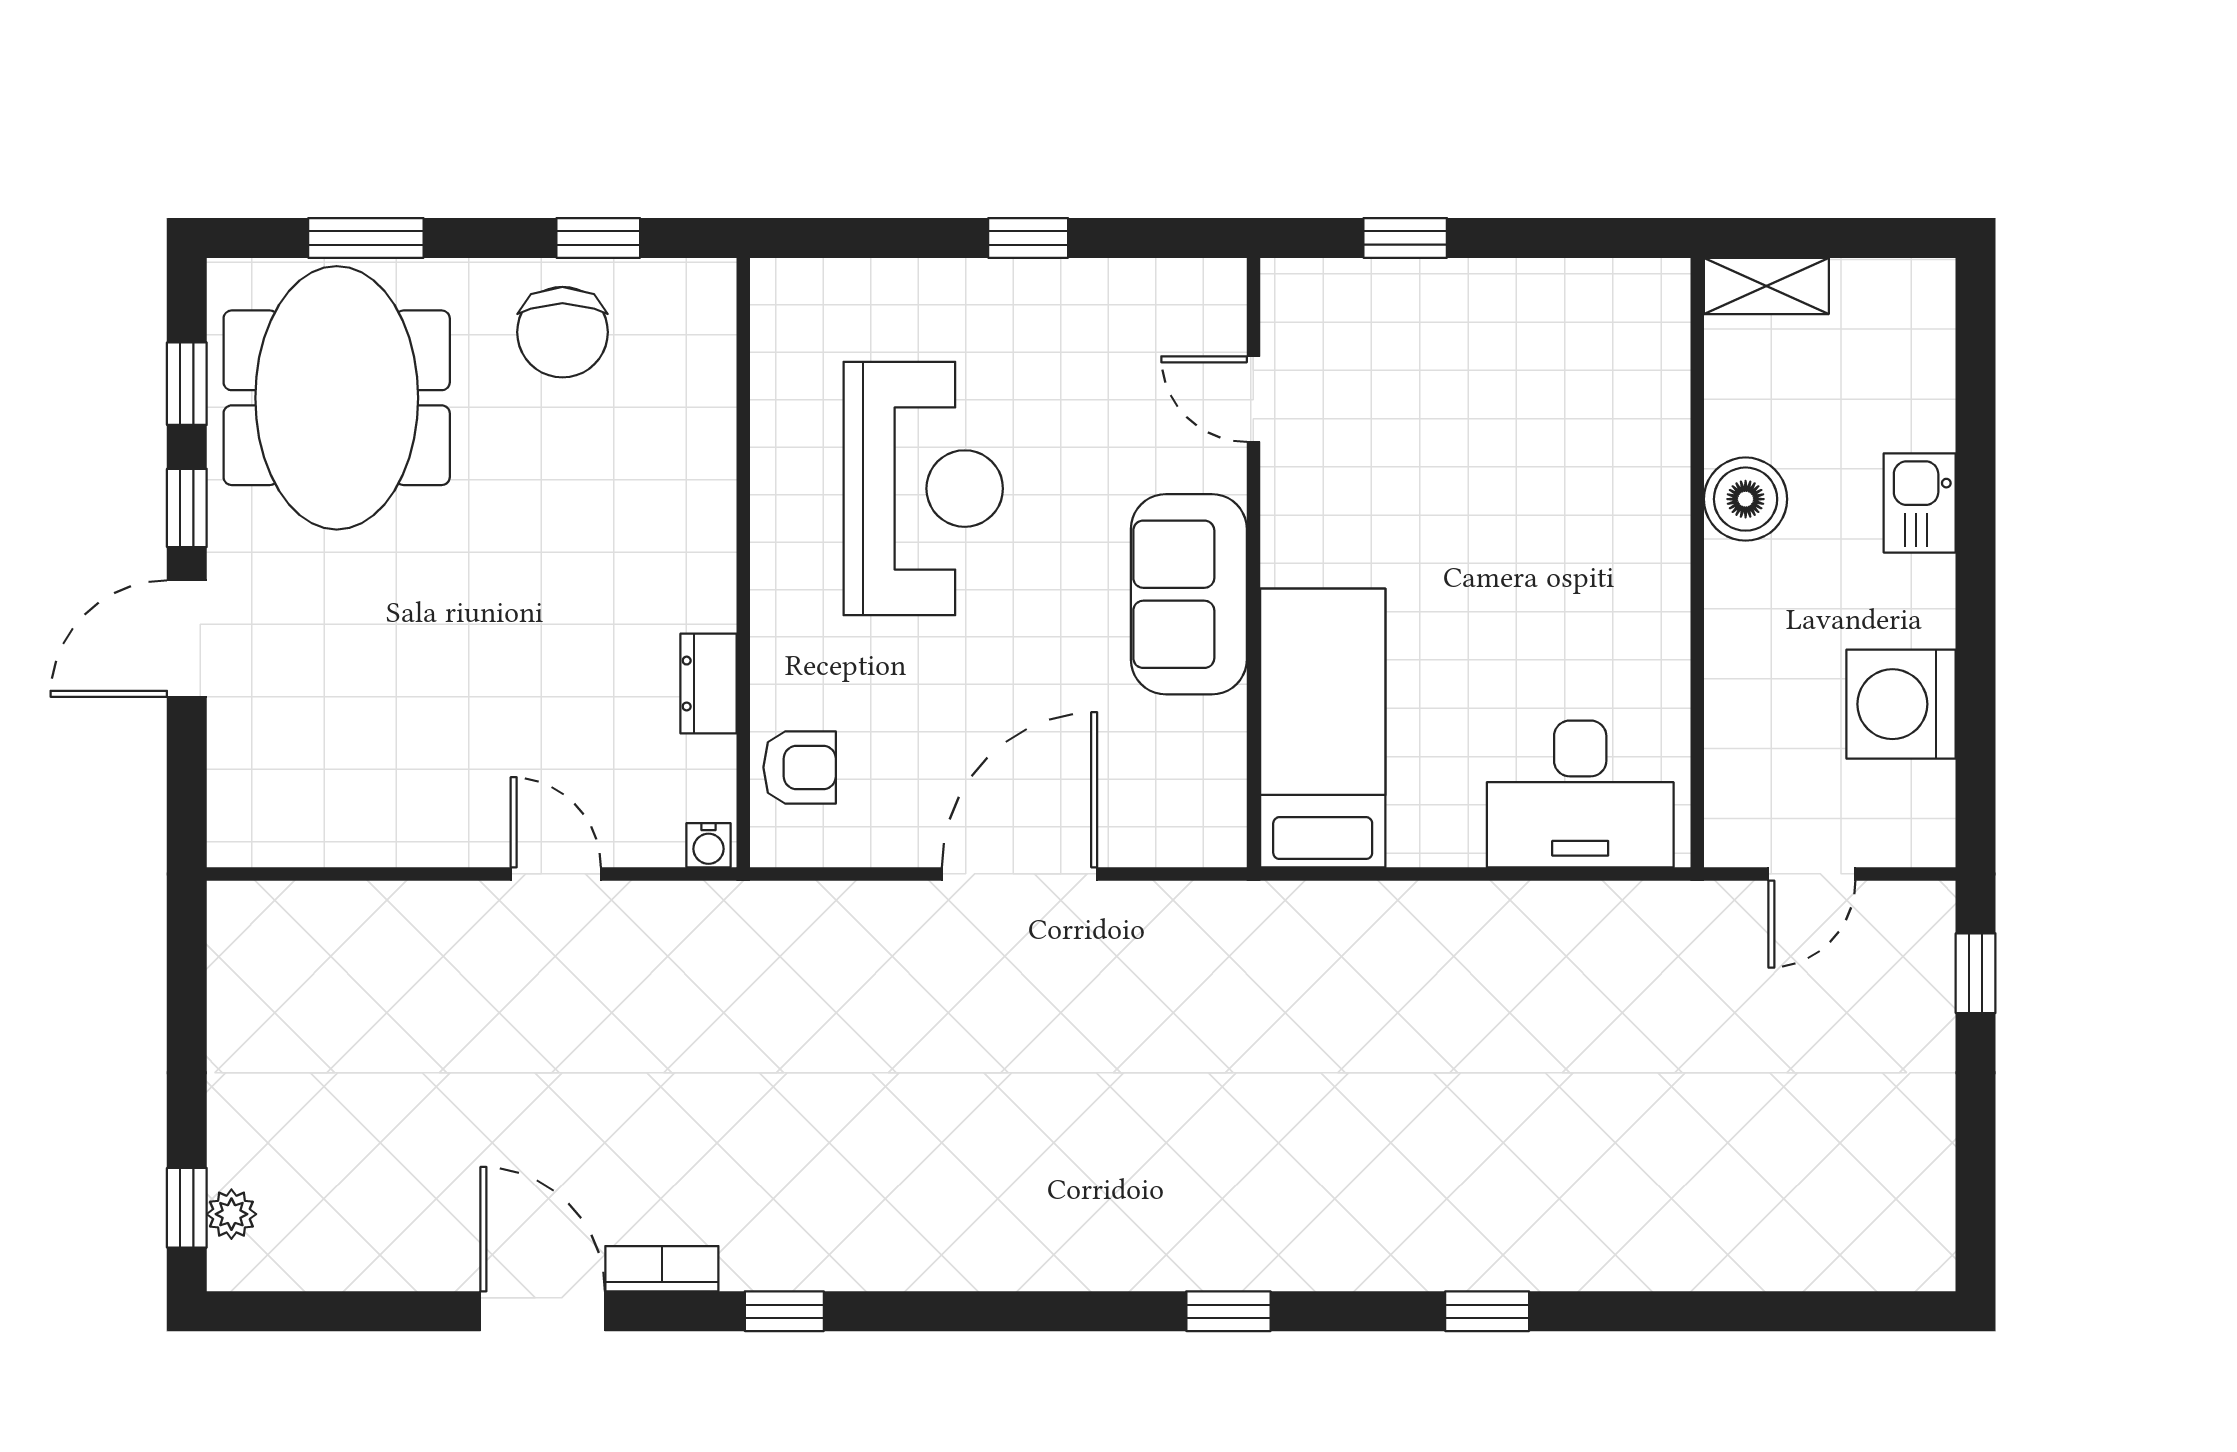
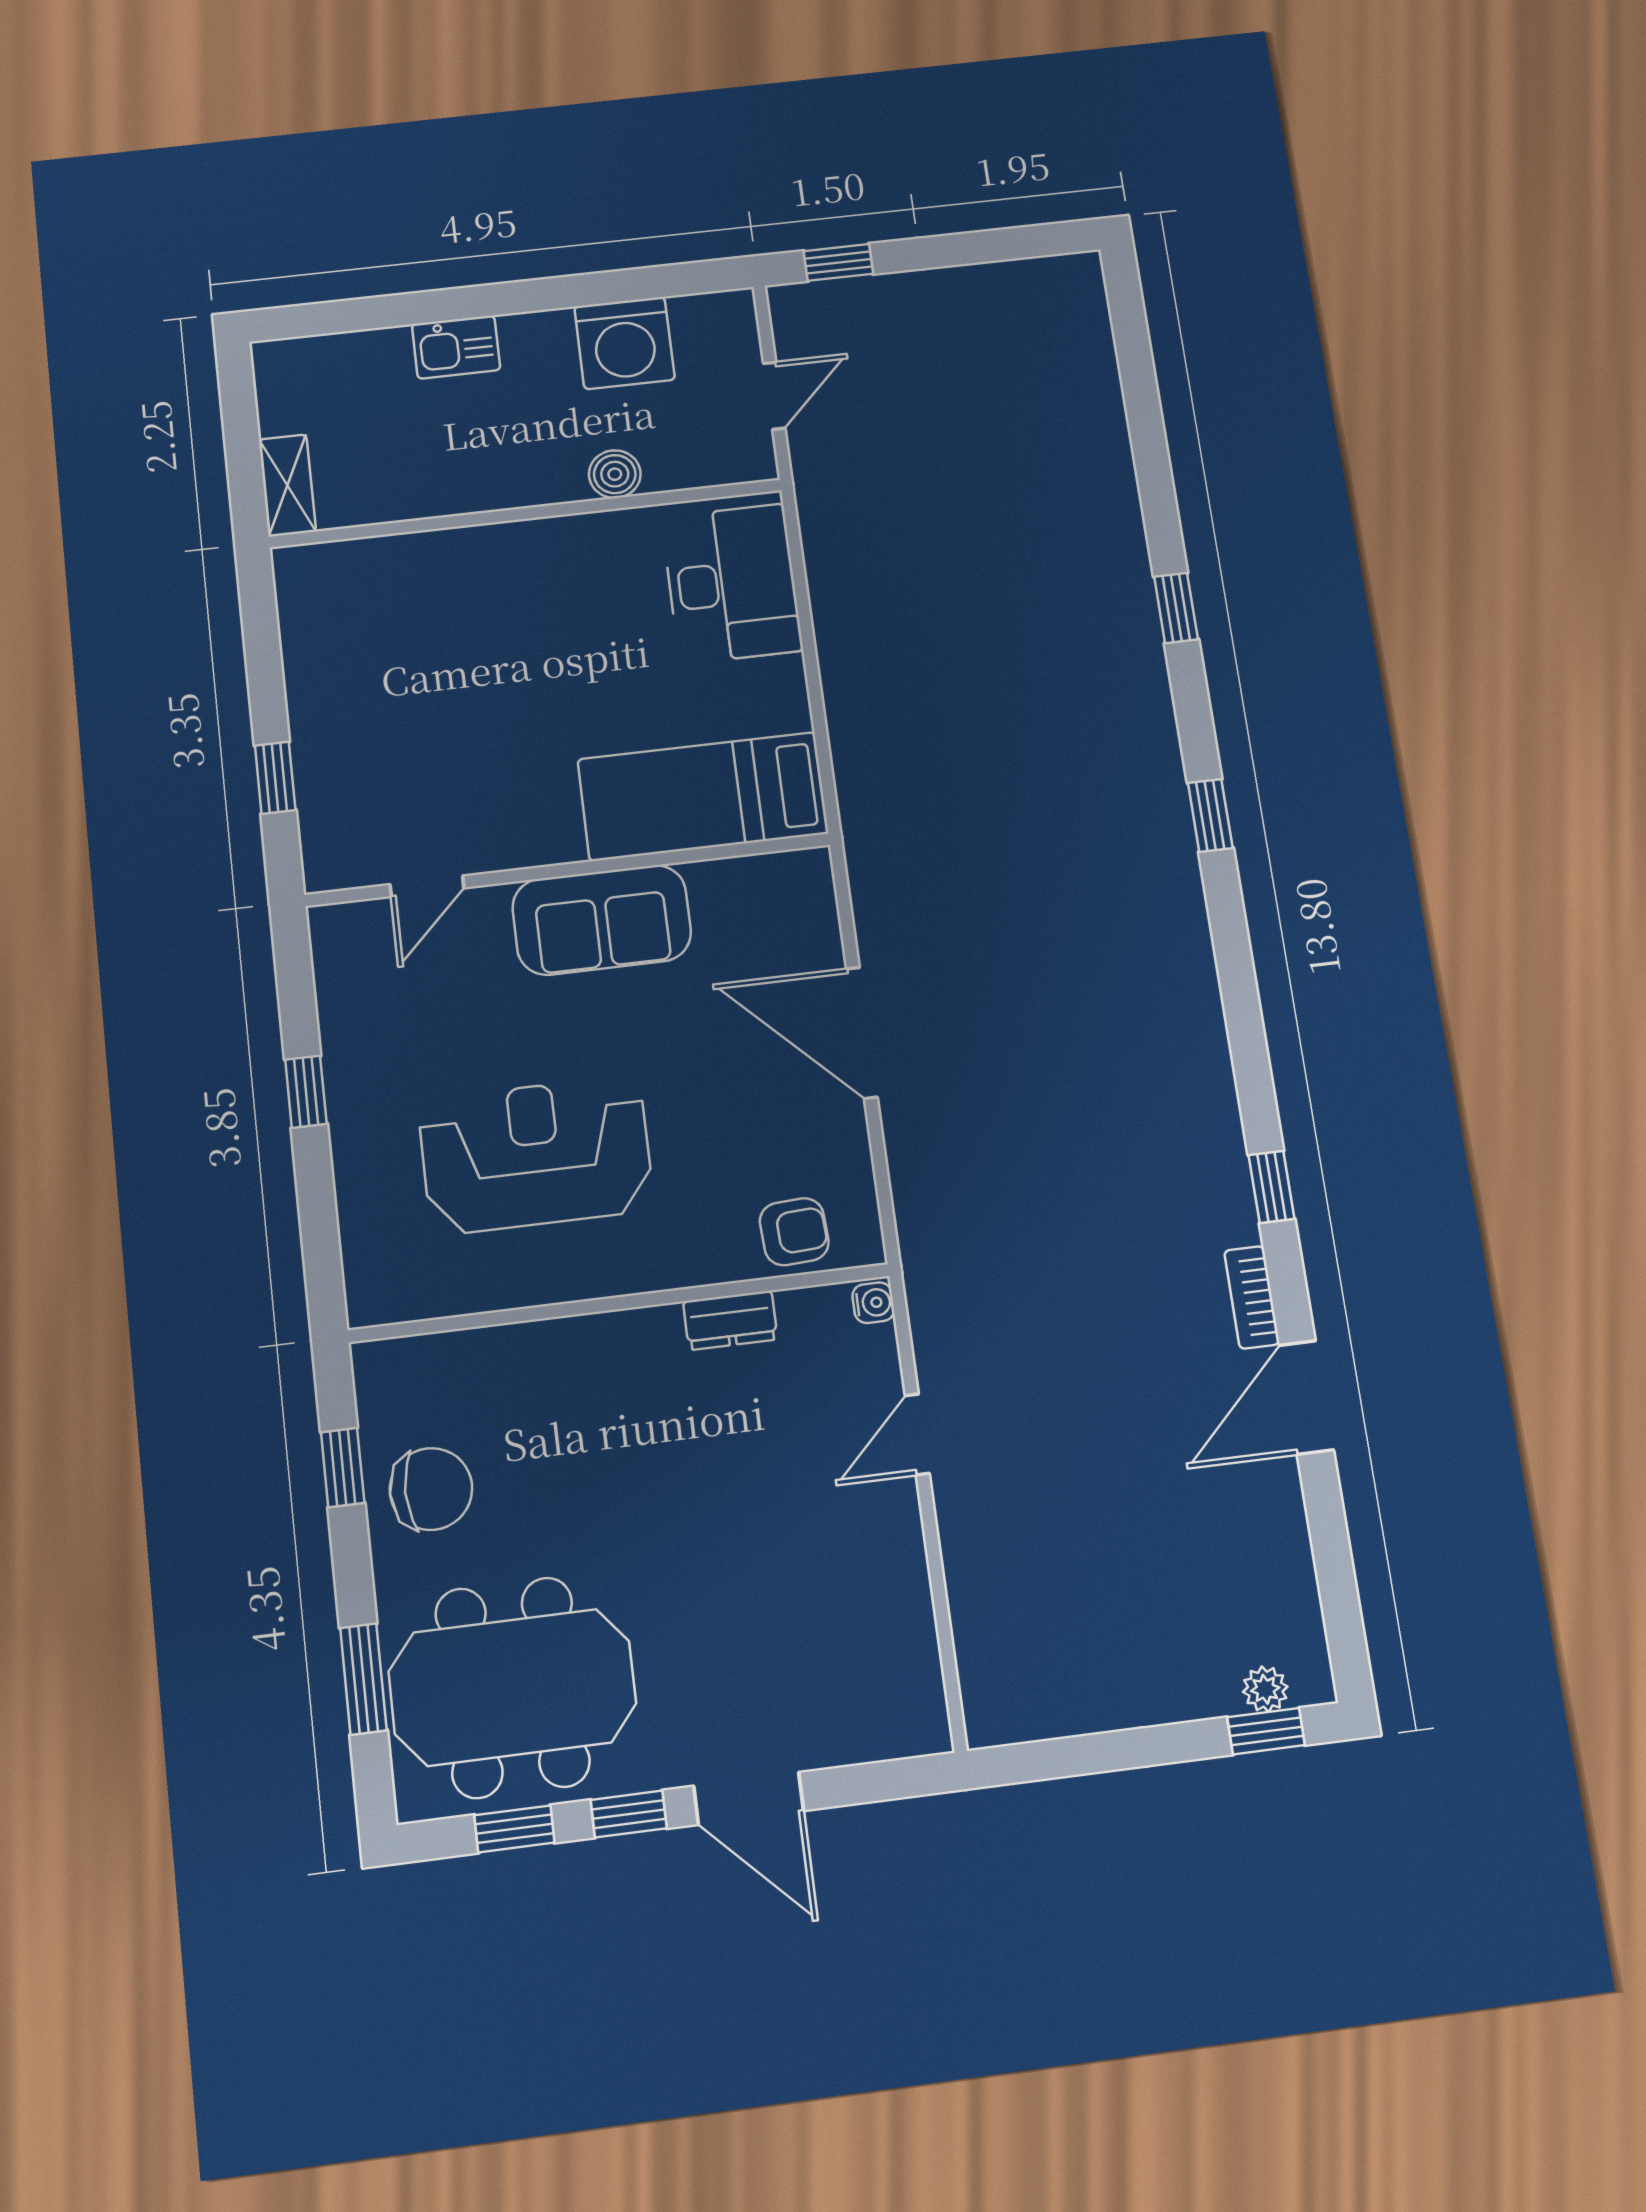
boiler: (1746, 499) -> (615, 474), moved, width x0.73, depth x0.73
armchair: (800, 767) -> (794, 1232), turned 87
door: (1812, 874) -> (774, 396), hinge flipped

